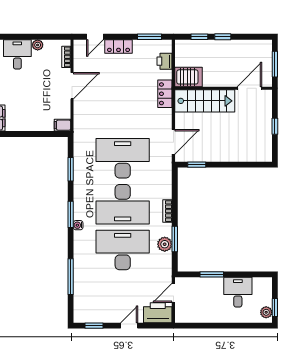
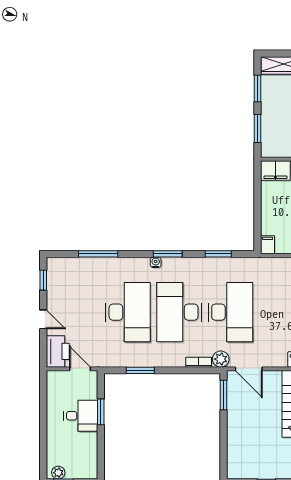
window: (197, 165) -> (223, 395), width x1.50
bookcase: (167, 211) -> (199, 362), moved
plant: (165, 244) -> (221, 359), moved
desk: (238, 292) -> (81, 416), moved

